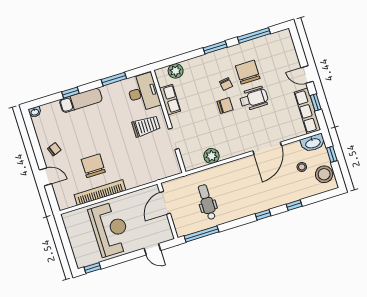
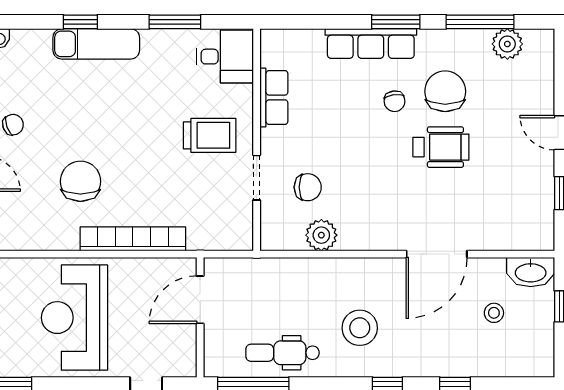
plant: (176, 71) -> (507, 44), moved
desk: (143, 92) -> (225, 57), width x0.73
chair: (225, 106) -> (308, 187), moved
row of seats: (307, 111) -> (371, 44), moved, turned -90
stool: (324, 174) -> (360, 328), moved
bookcase: (100, 193) -> (133, 239), moved
dental chair: (207, 202) -> (282, 353), moved, turned -90
reception desk: (110, 229) -> (74, 318), turned 180

